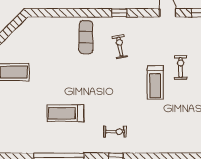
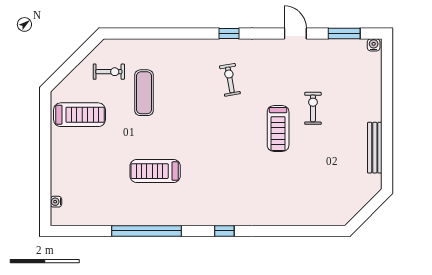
exercise mat: (86, 37) -> (144, 93), moved
exercise bike: (115, 132) -> (109, 72), moved

